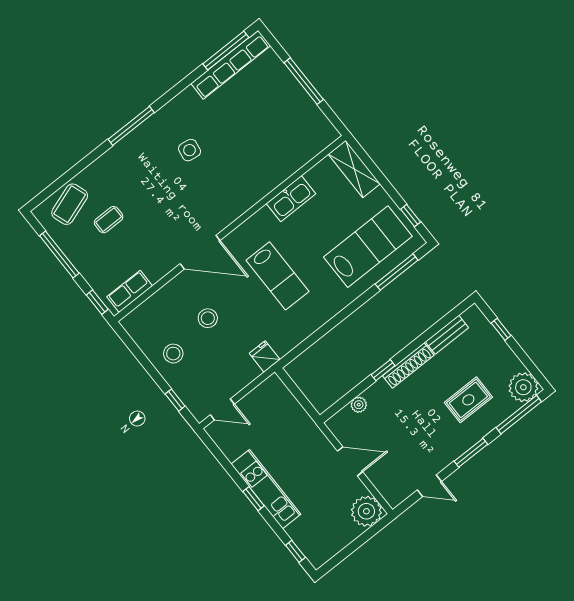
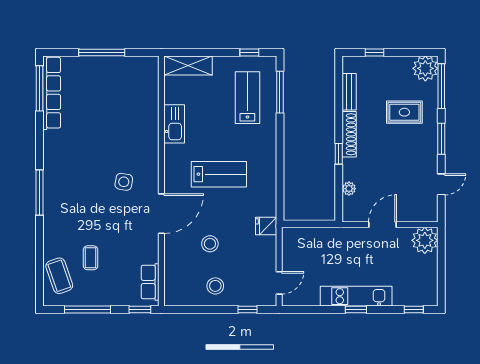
side table: (190, 150) -> (124, 182), moved
lab bench: (368, 247) -> (247, 98), width x0.73, depth x0.72
rug: (468, 400) -> (404, 112), turned 90

